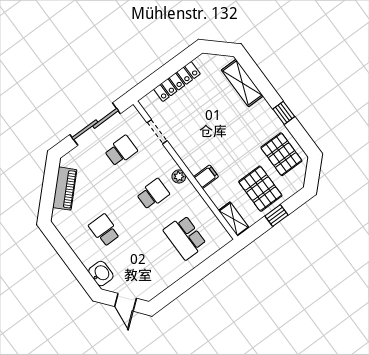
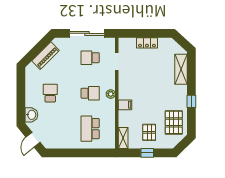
locker: (177, 81) -> (147, 43), width x0.66
school desk: (121, 151) -> (90, 58), turned 180
pallet: (260, 189) -> (149, 132), width x0.67, depth x0.71

